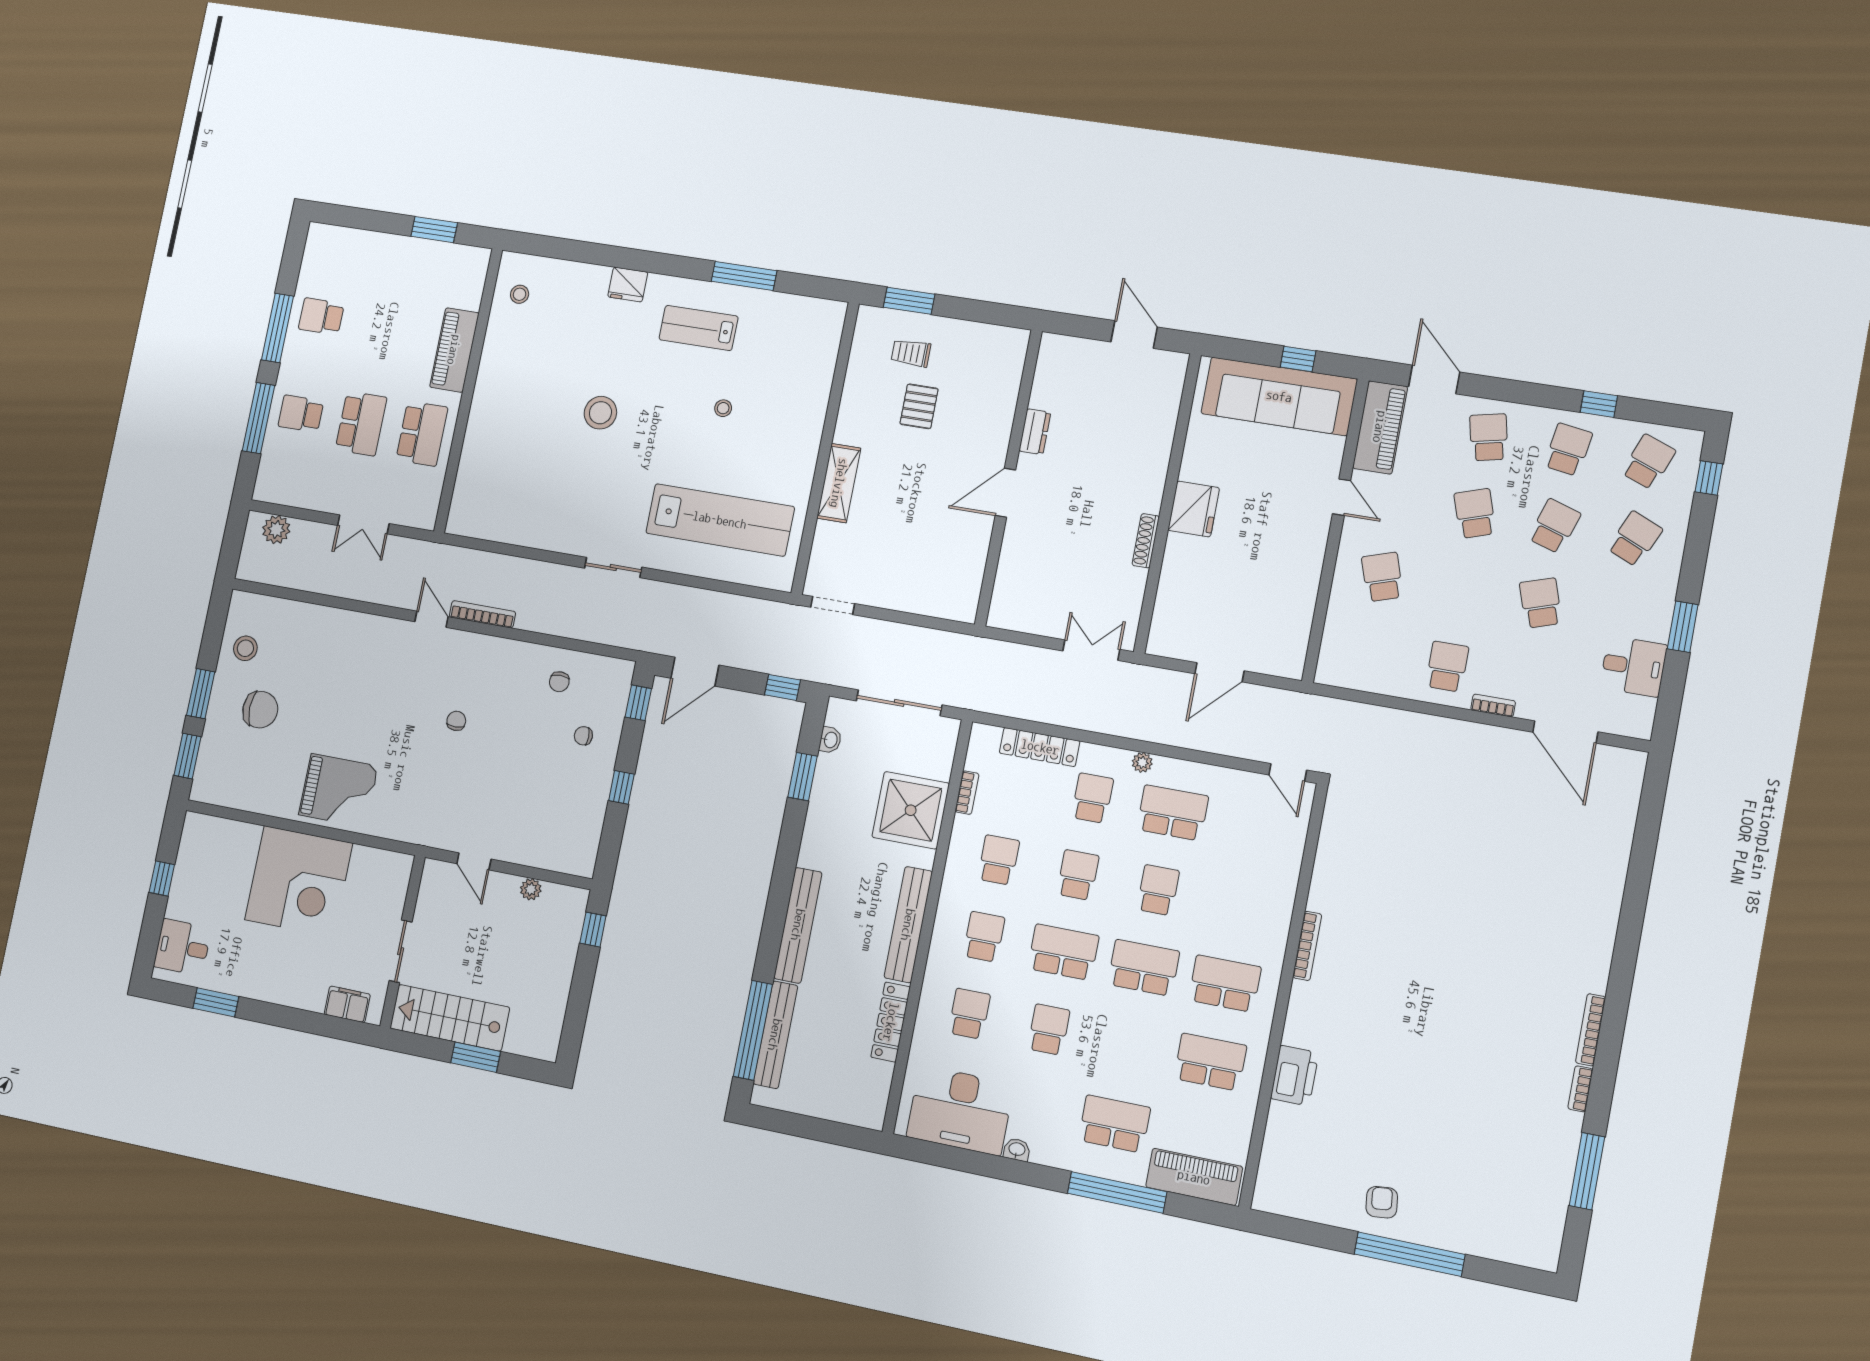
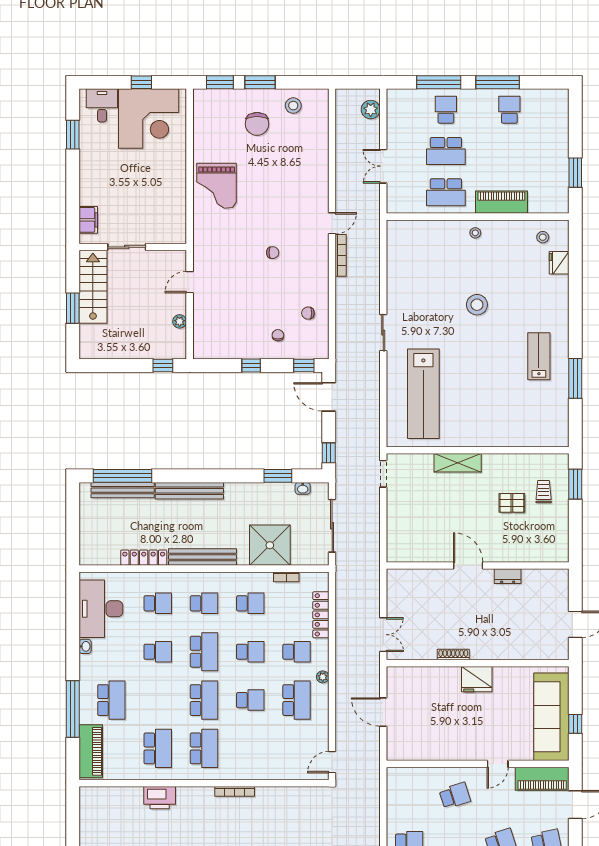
fridge: (628, 284) -> (559, 263), moved
stool: (723, 408) -> (475, 233), moved
corner desk: (299, 881) -> (149, 119), moved, turned -90

